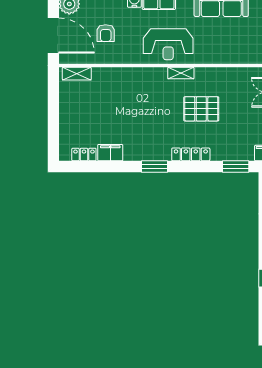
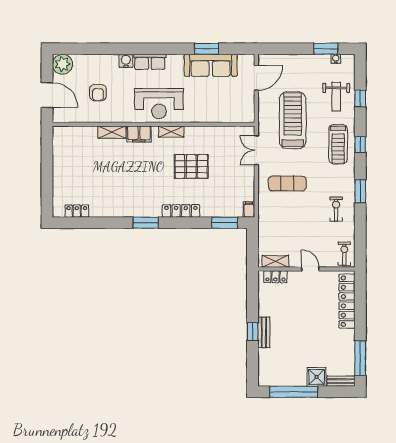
door: (53, 36) -> (47, 95), width x0.73
shelving: (77, 74) -> (112, 132), moved
filing cabinet: (110, 153) -> (139, 134), moved, turned 180

